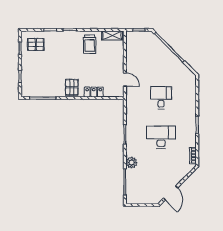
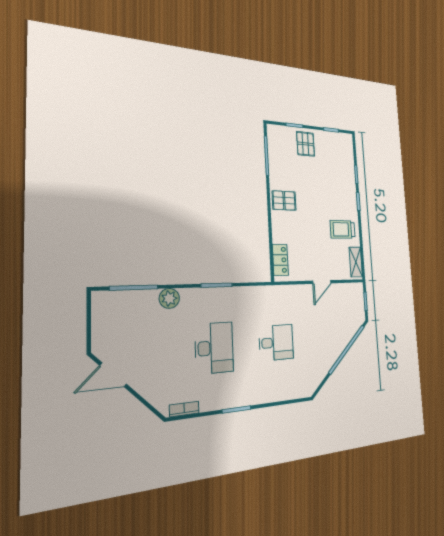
pallet: (36, 44) -> (306, 144), moved
door: (125, 80) -> (322, 282), moved
locker: (94, 92) -> (280, 260), moved

